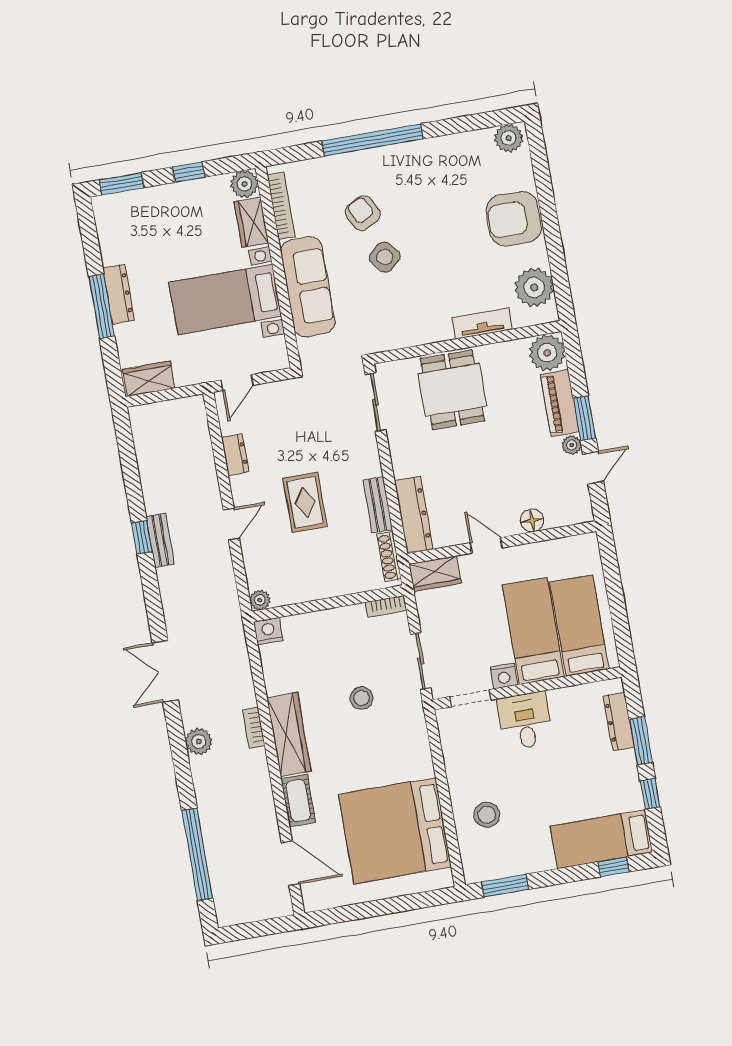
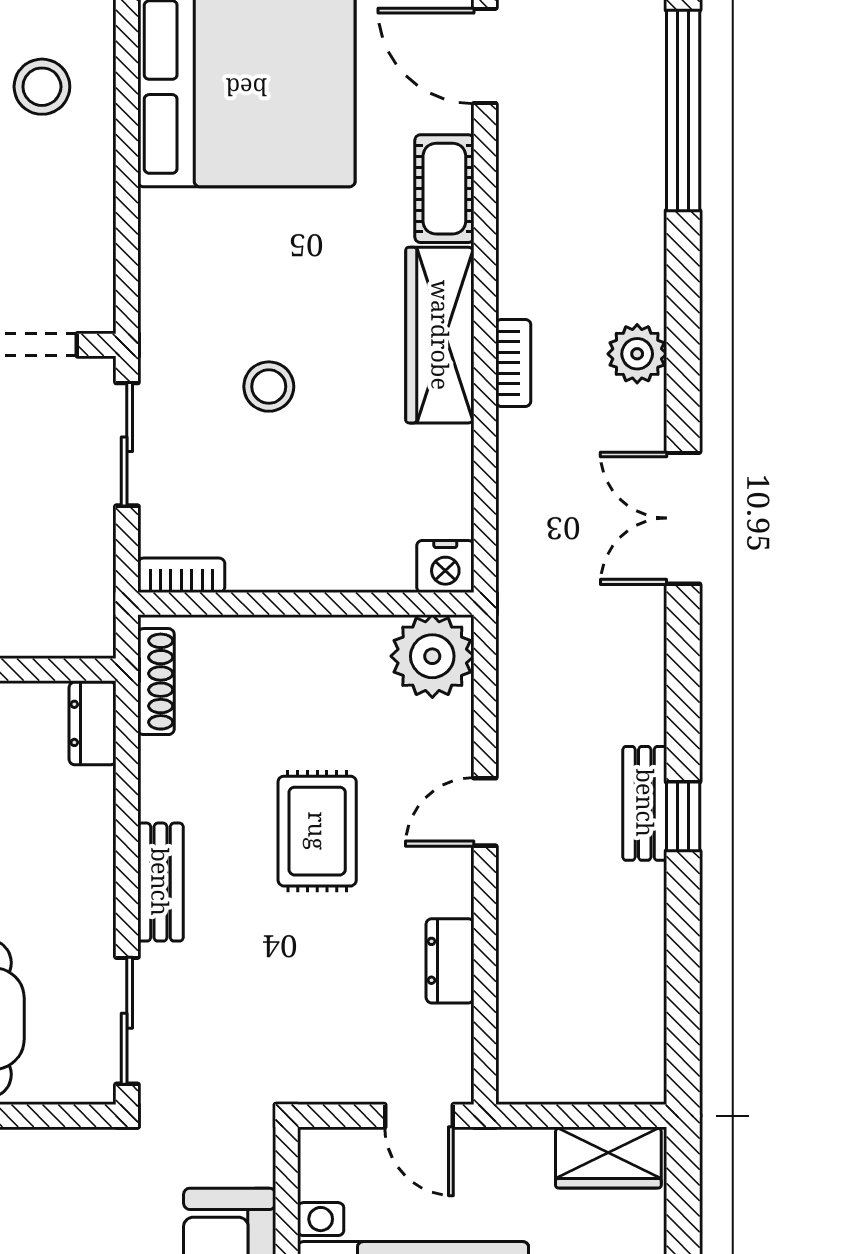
door: (237, 383) -> (419, 1116), swing flipped
bench: (378, 505) -> (160, 882), moved
dresser: (414, 515) -> (93, 723), width x0.51, depth x0.80
wardrobe: (435, 574) -> (63, 628), removed
plant: (260, 600) -> (432, 656), width x1.88, depth x1.88
double door: (165, 671) -> (683, 518), swing flipped

